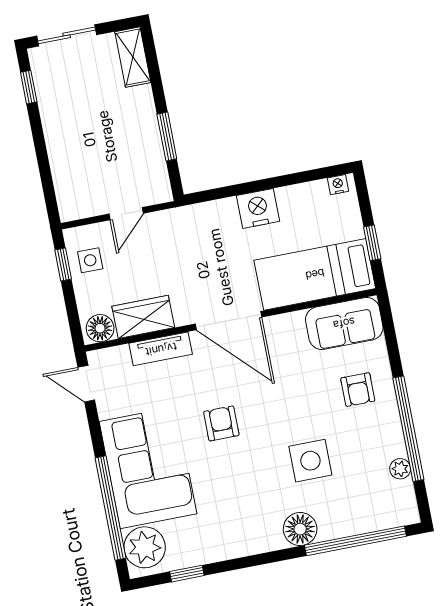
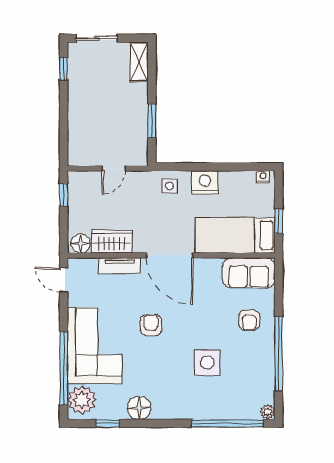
side table: (90, 260) -> (170, 186), moved
plant: (400, 469) -> (268, 412), moved
floor lamp: (300, 529) -> (139, 408), moved

